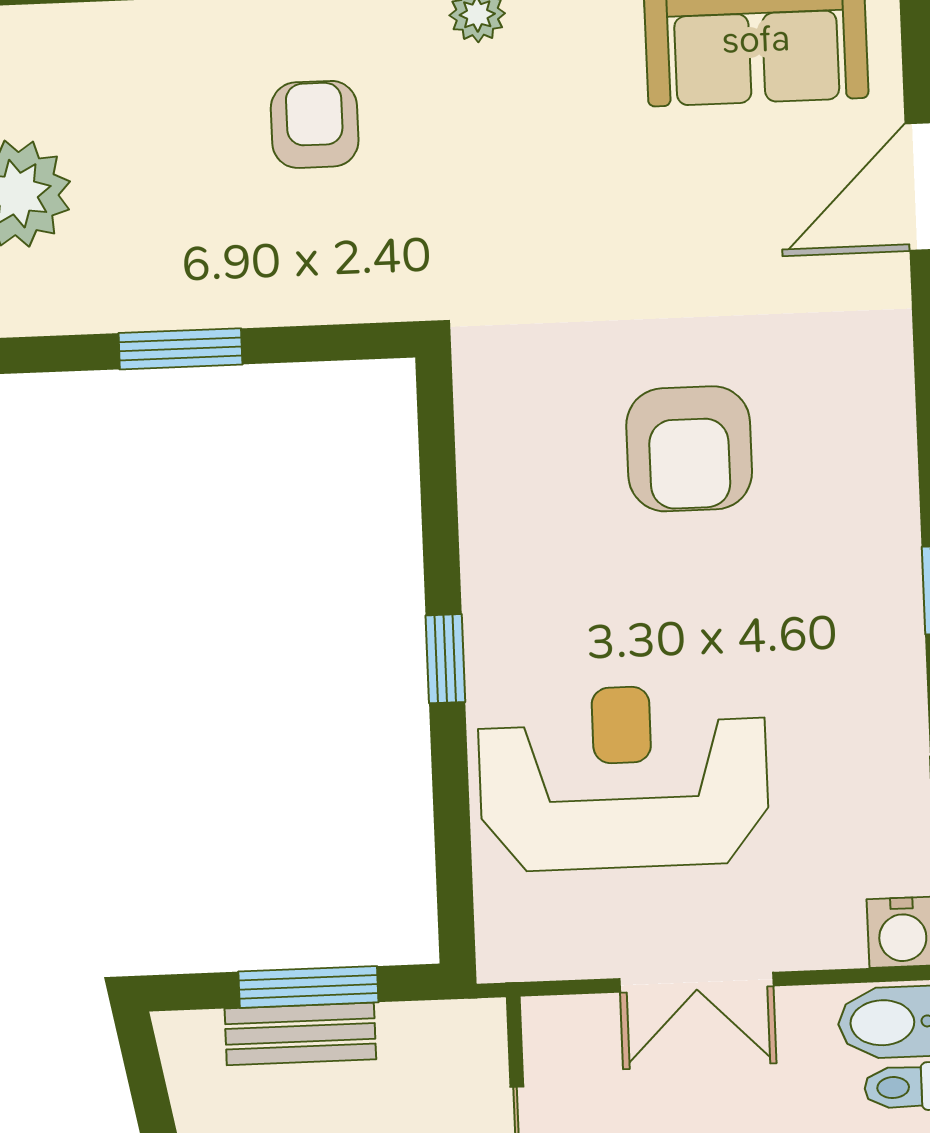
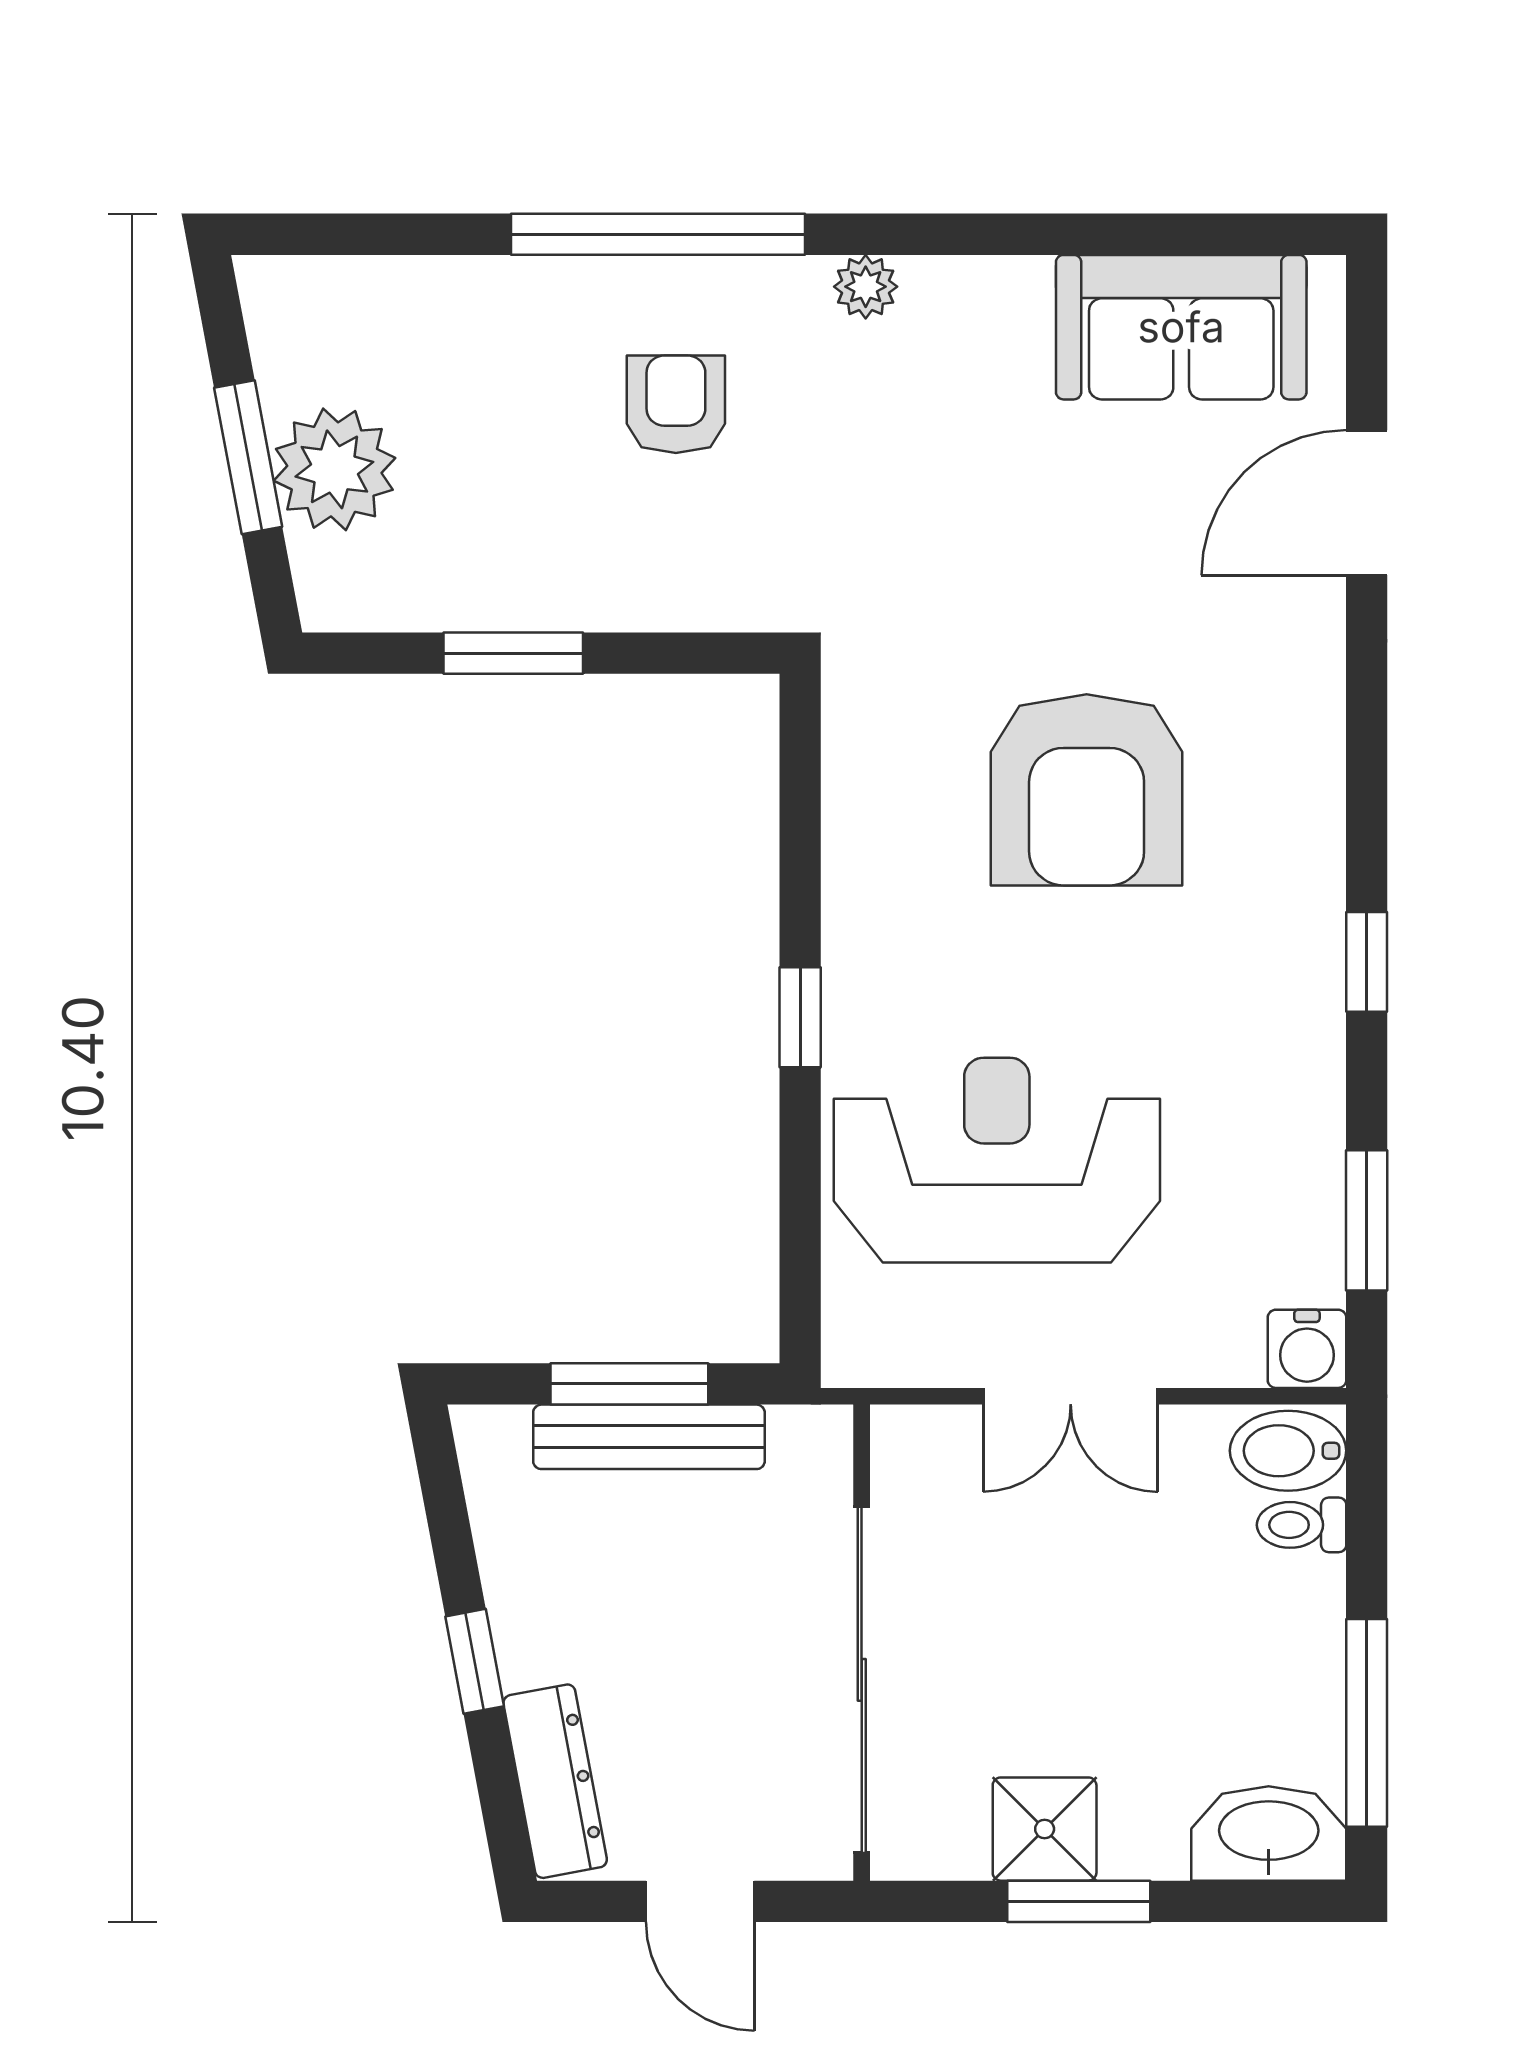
armchair: (689, 449) -> (1087, 790), width x1.36, depth x1.36
bench: (300, 1034) -> (649, 1437), width x1.36

